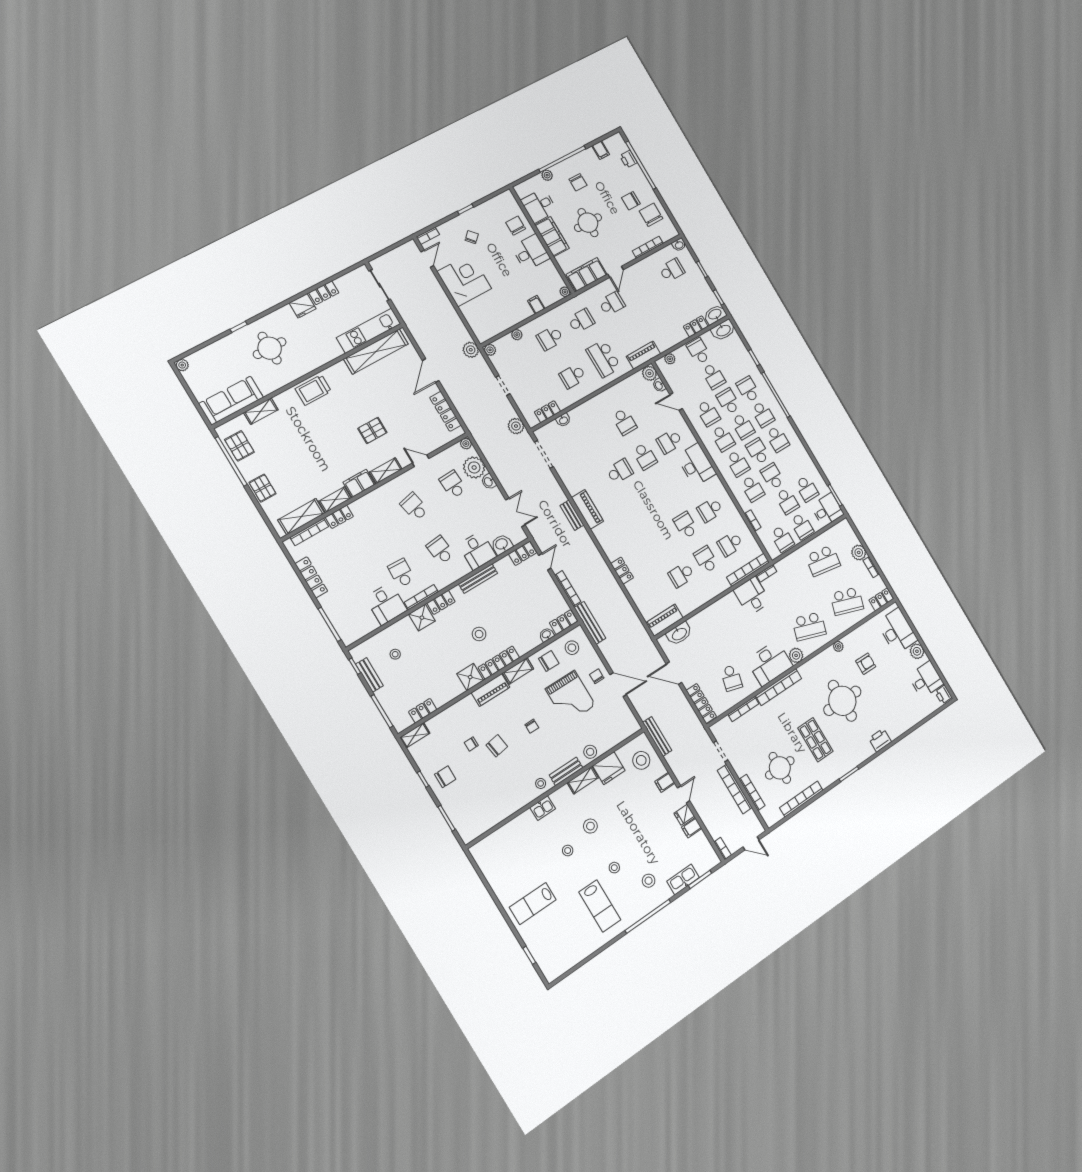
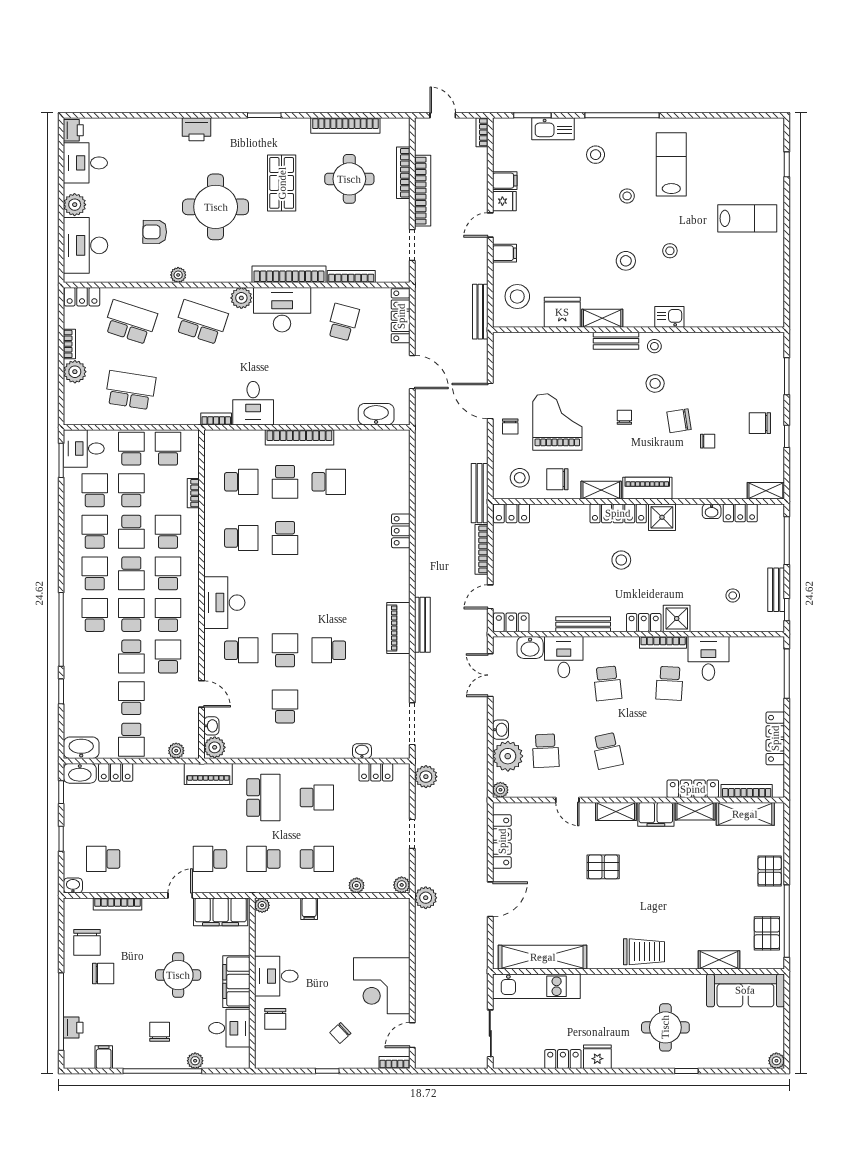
school desk: (748, 389) -> (95, 532), moved, turned 180
bench: (572, 515) -> (422, 625), width x1.36
locker: (339, 517) -> (693, 789), width x1.53
bookcase: (748, 570) -> (299, 437), moved
piano: (665, 620) -> (384, 441), removed
washbasin: (546, 635) -> (712, 511), moved
stool: (590, 752) -> (655, 383), moved

